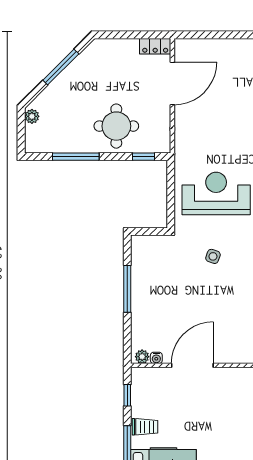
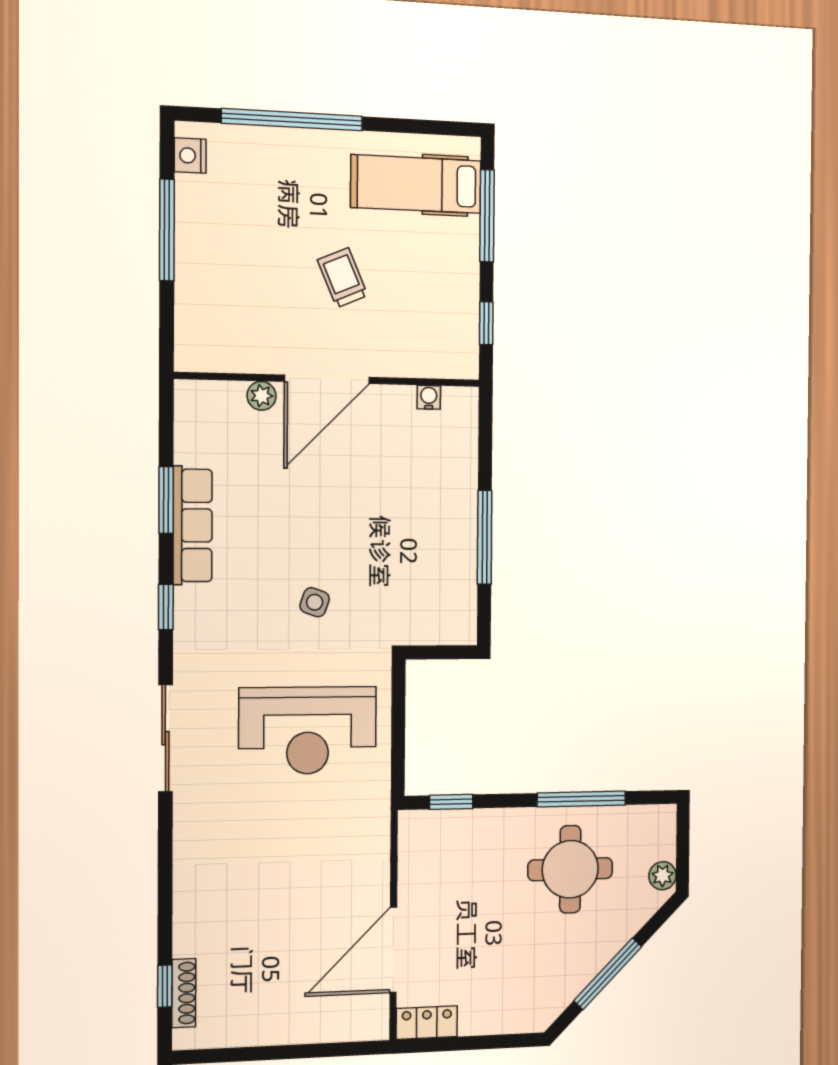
round table: (116, 126) -> (570, 869), moved
plant: (142, 357) -> (262, 396), moved
door: (192, 365) -> (327, 379), moved
trolley: (145, 427) -> (343, 278), moved, turned 67

